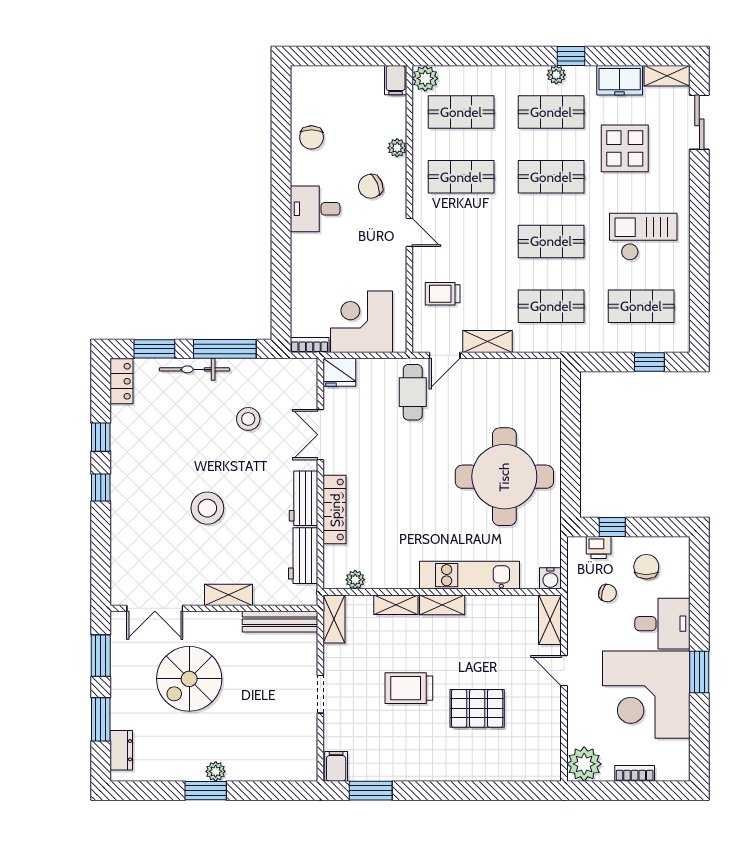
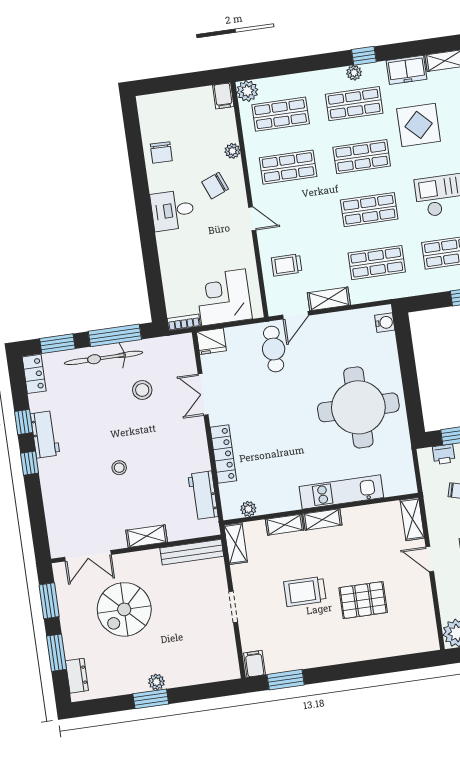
bicycle: (194, 369) -> (104, 358), width x1.37, depth x1.40
workbench: (303, 498) -> (45, 434), moved, turned 180
stool: (207, 508) -> (119, 468), width x0.53, depth x0.53
water cooler: (550, 578) -> (385, 323), moved, turned -90

